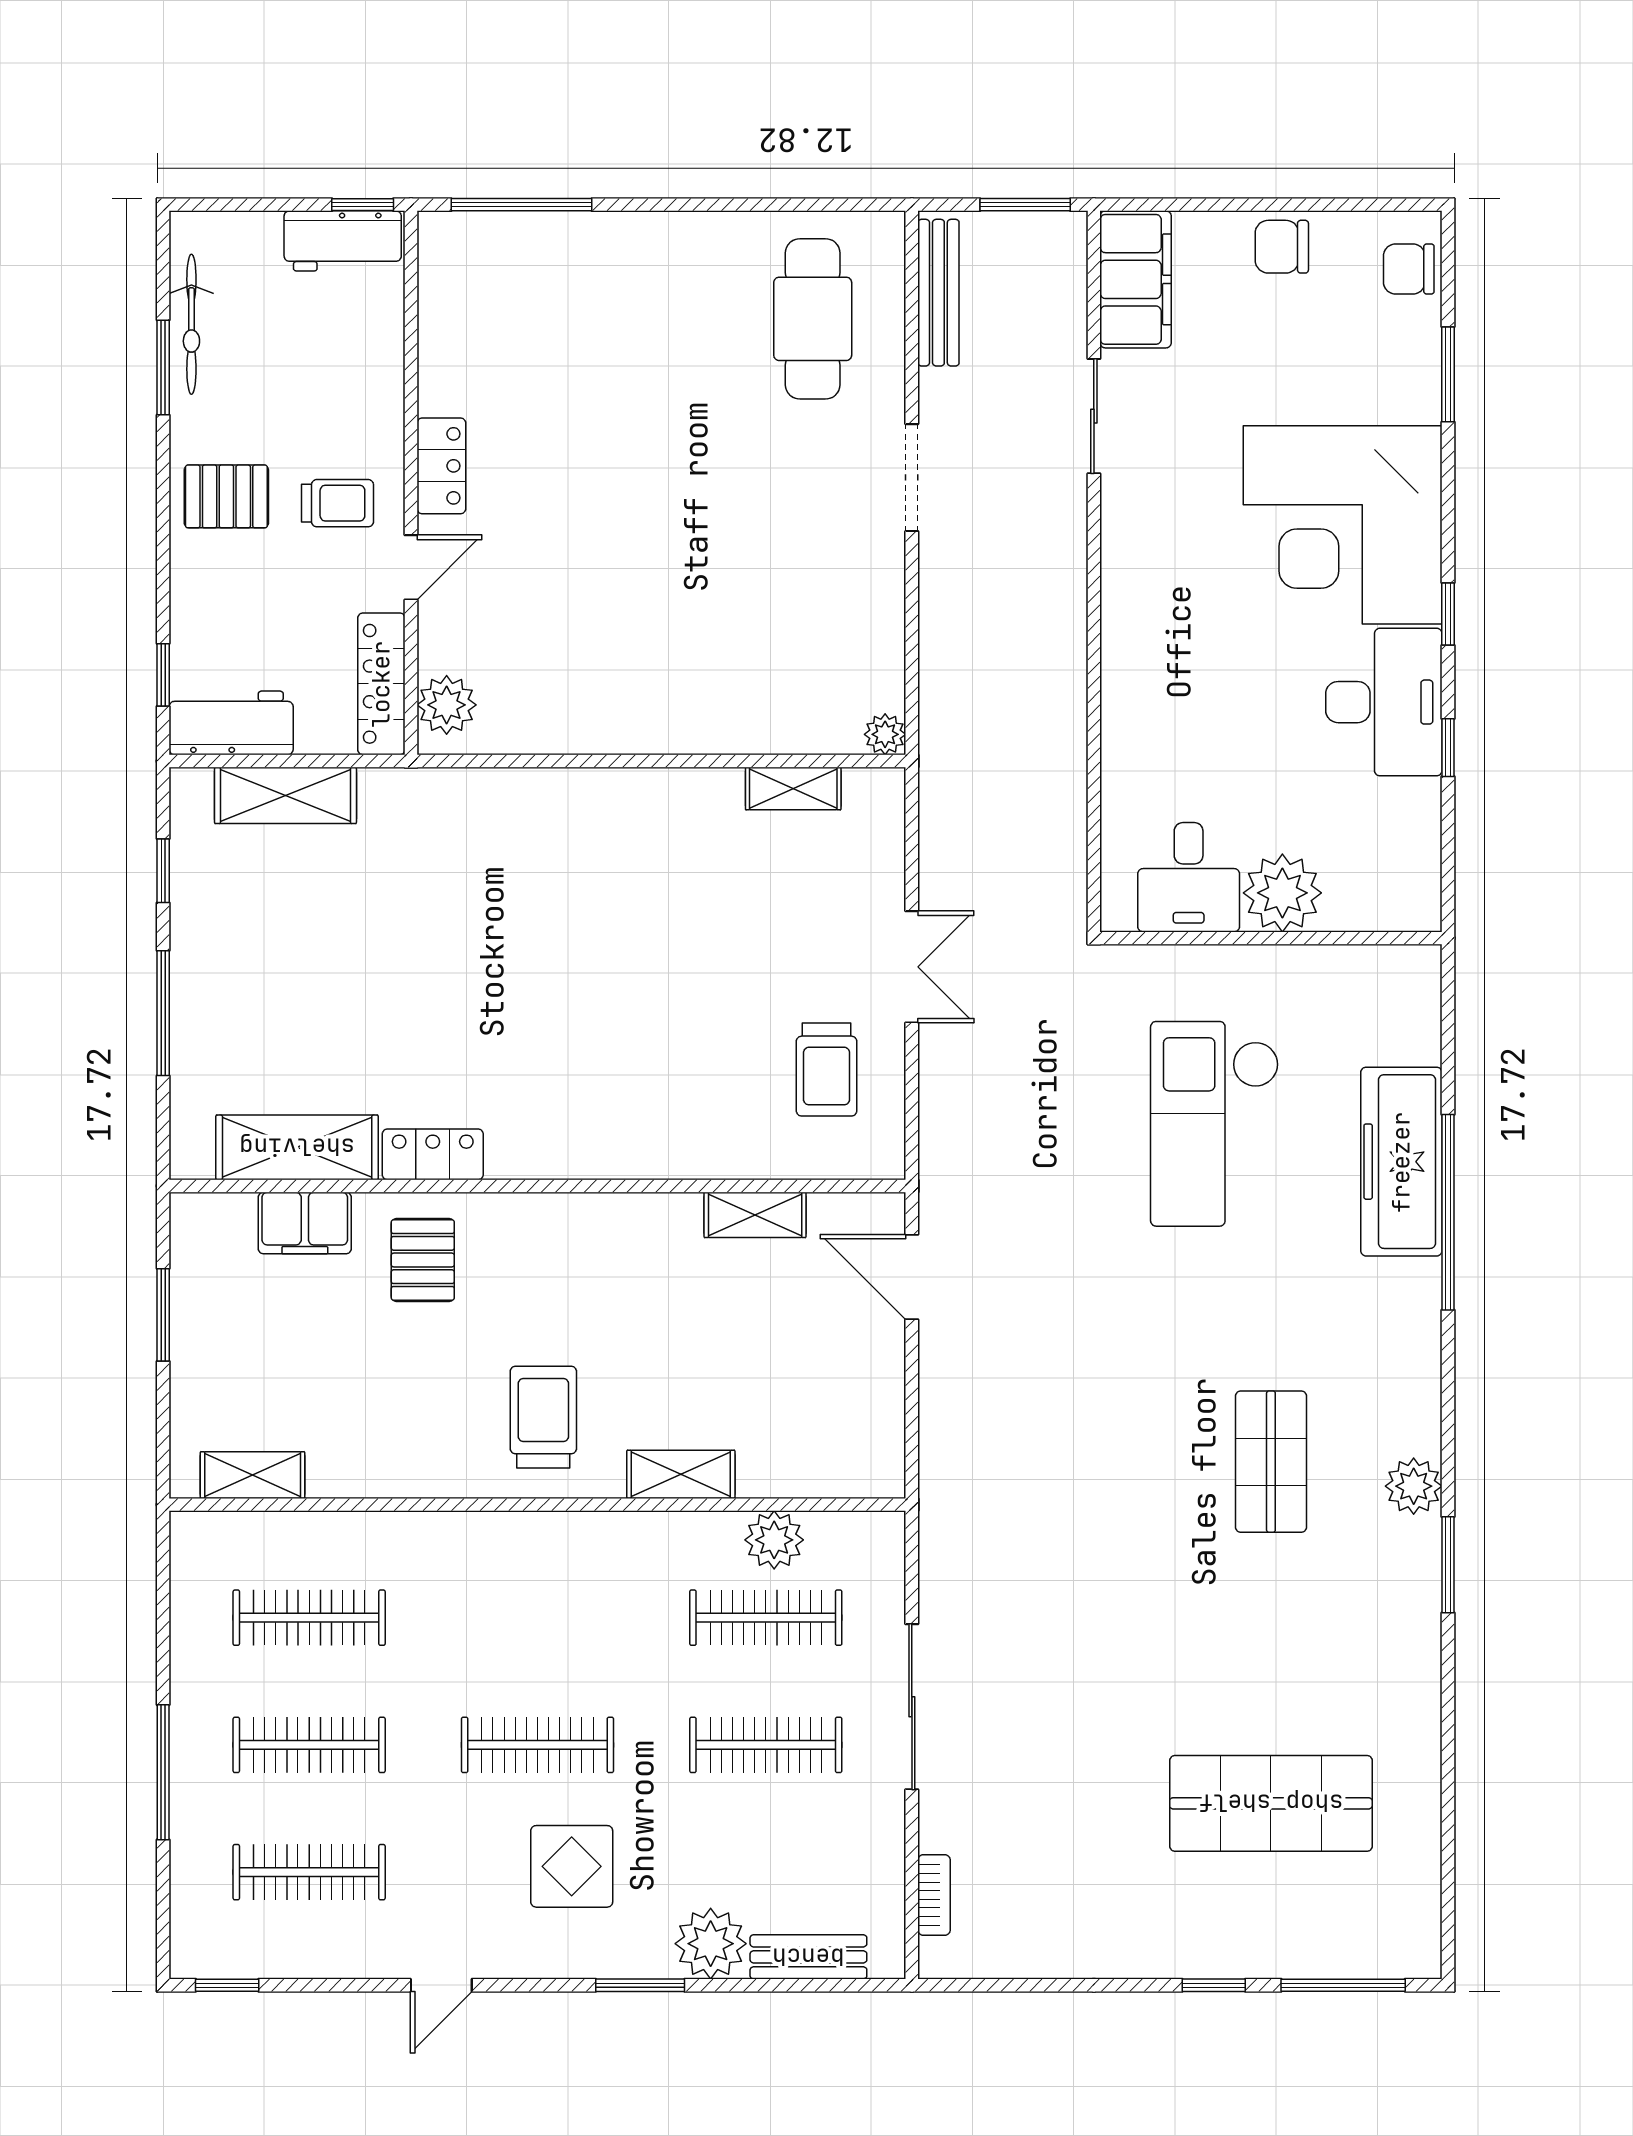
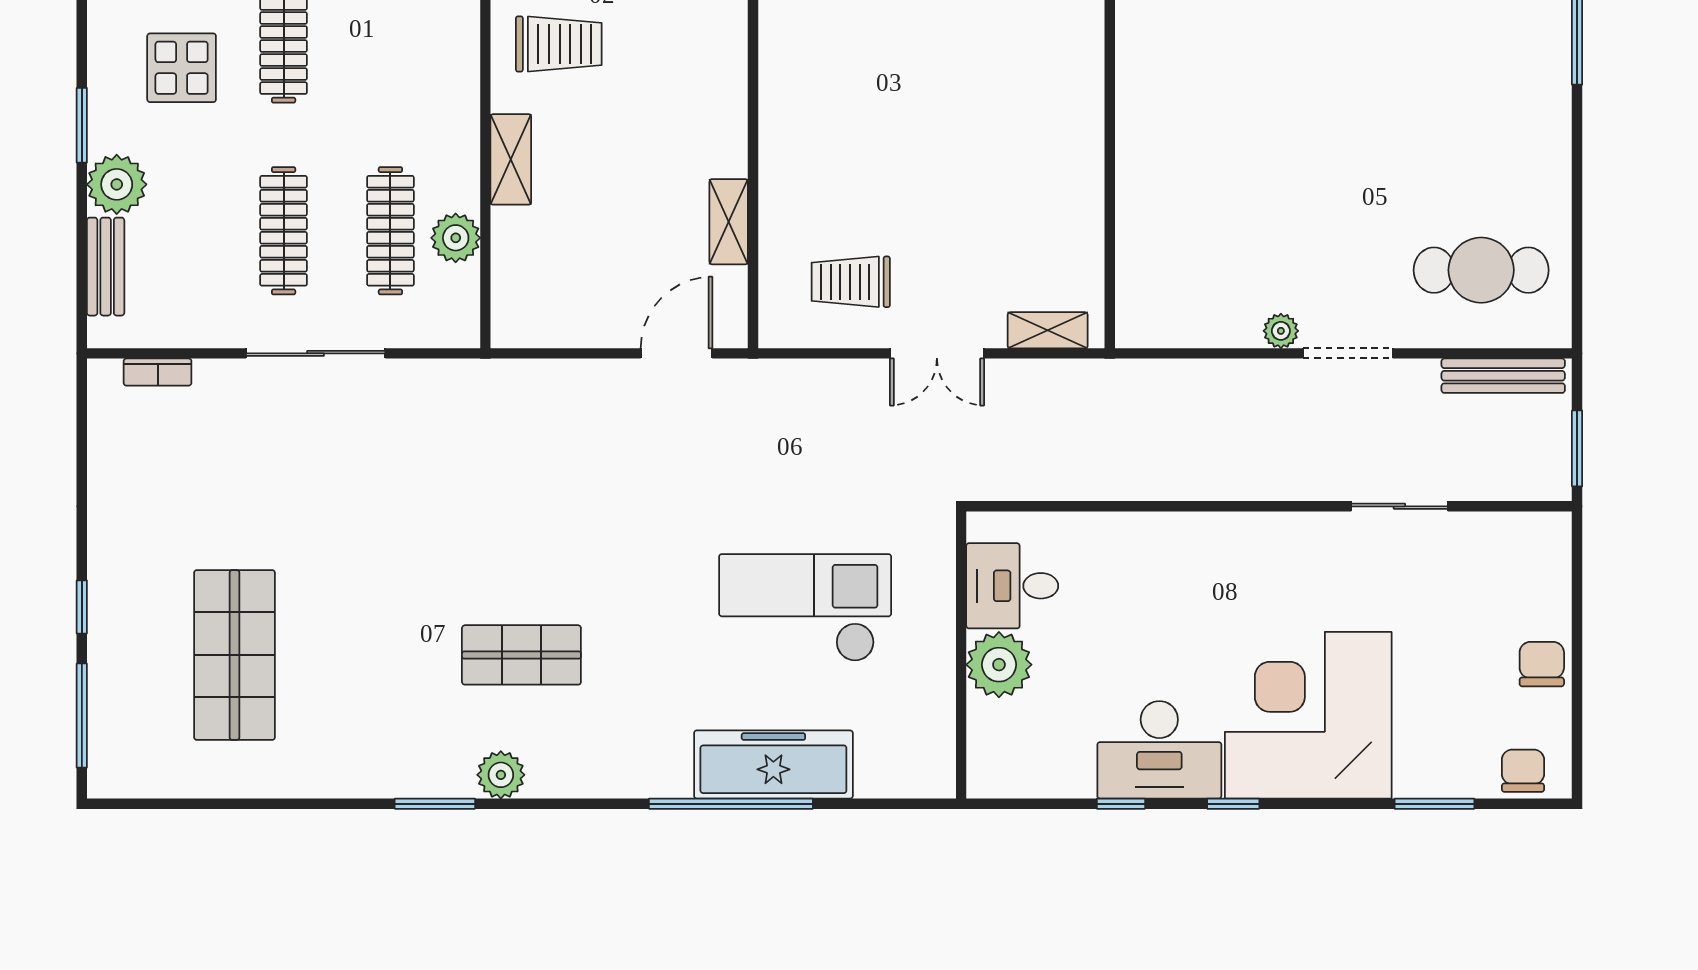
filing cabinet: (1136, 279) -> (1514, 541), removed
plant: (885, 734) -> (1281, 331), moved
shelving: (793, 789) -> (1048, 330), moved, turned 90

